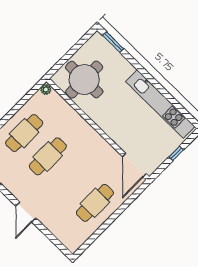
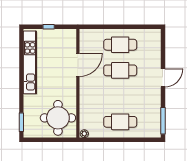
cafe table: (48, 156) -> (120, 70), moved
door: (134, 165) -> (78, 65), moved

